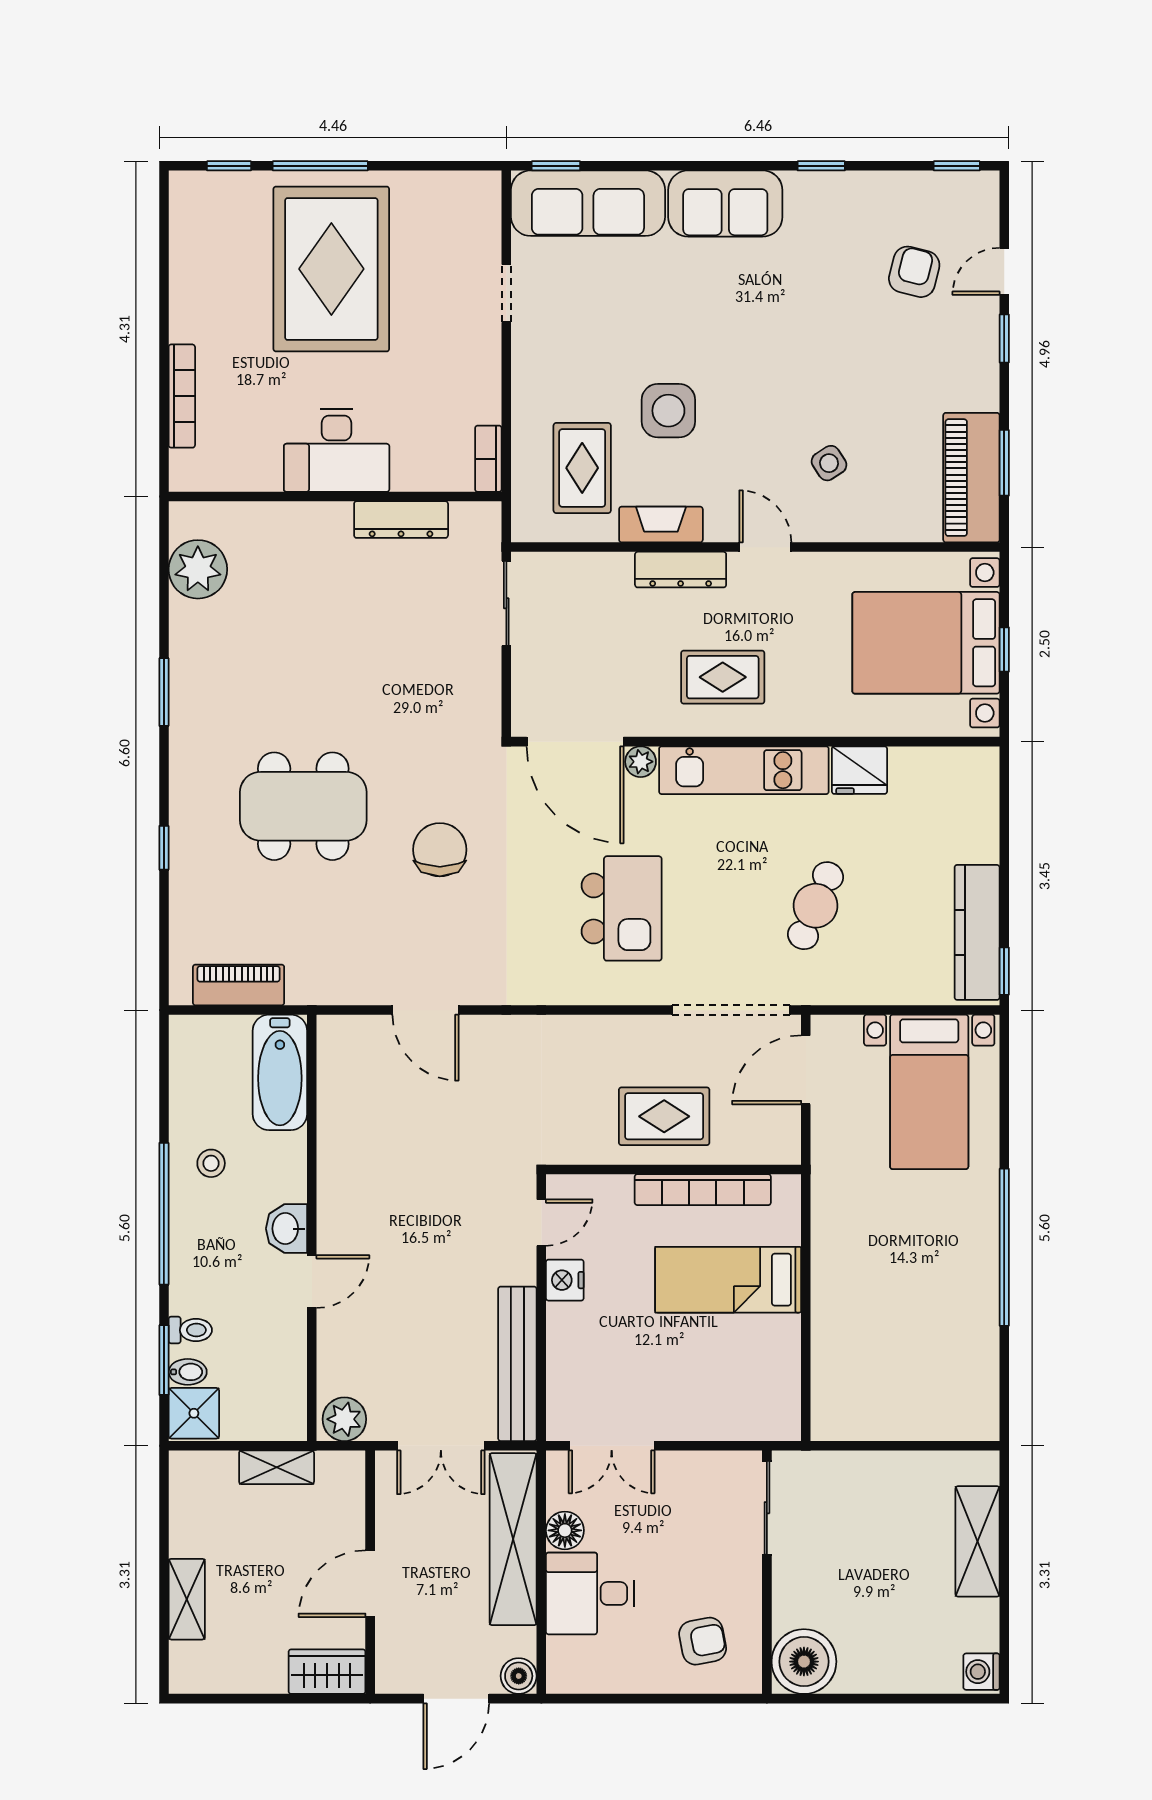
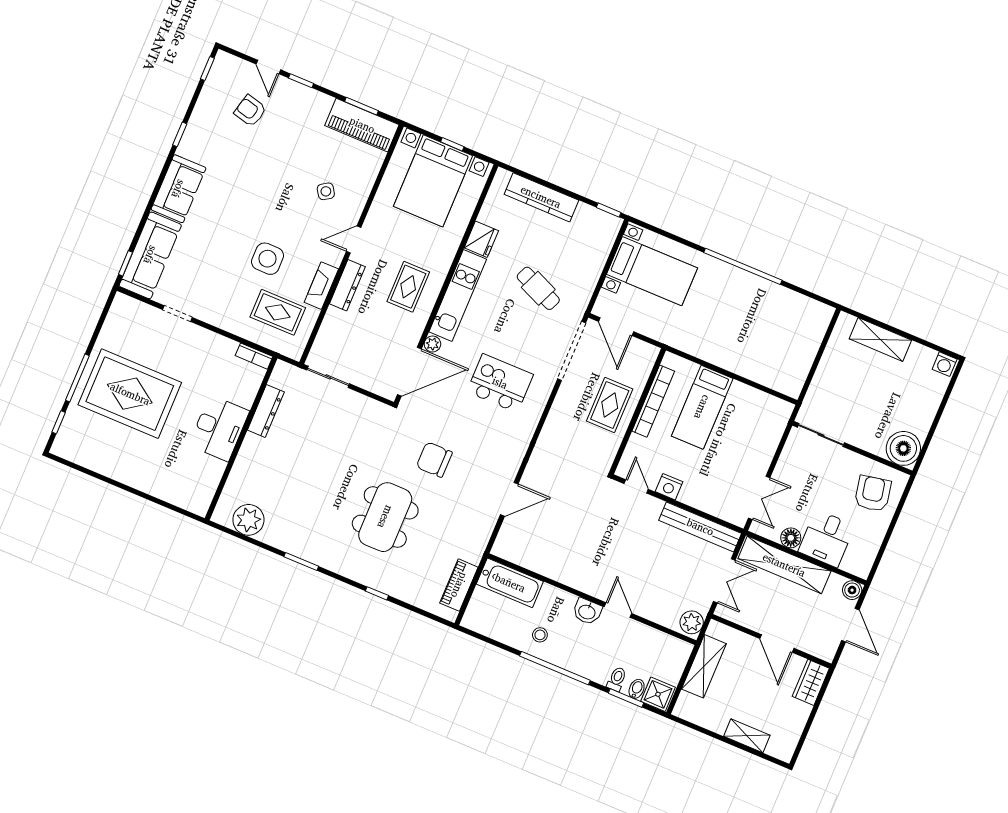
bookcase: (182, 396) -> (161, 492), removed
kitchen counter: (977, 932) -> (541, 197), moved
shelving: (277, 1467) -> (704, 666), width x1.50, depth x1.33
armchair: (703, 1641) -> (873, 494), width x1.38, depth x1.38

